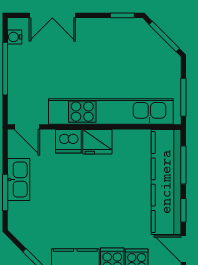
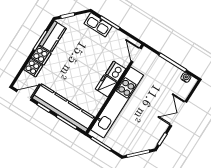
double door: (52, 15) -> (178, 114), moved
door: (27, 127) -> (136, 55), hinge flipped
kitchen sink: (19, 179) -> (98, 25), moved

